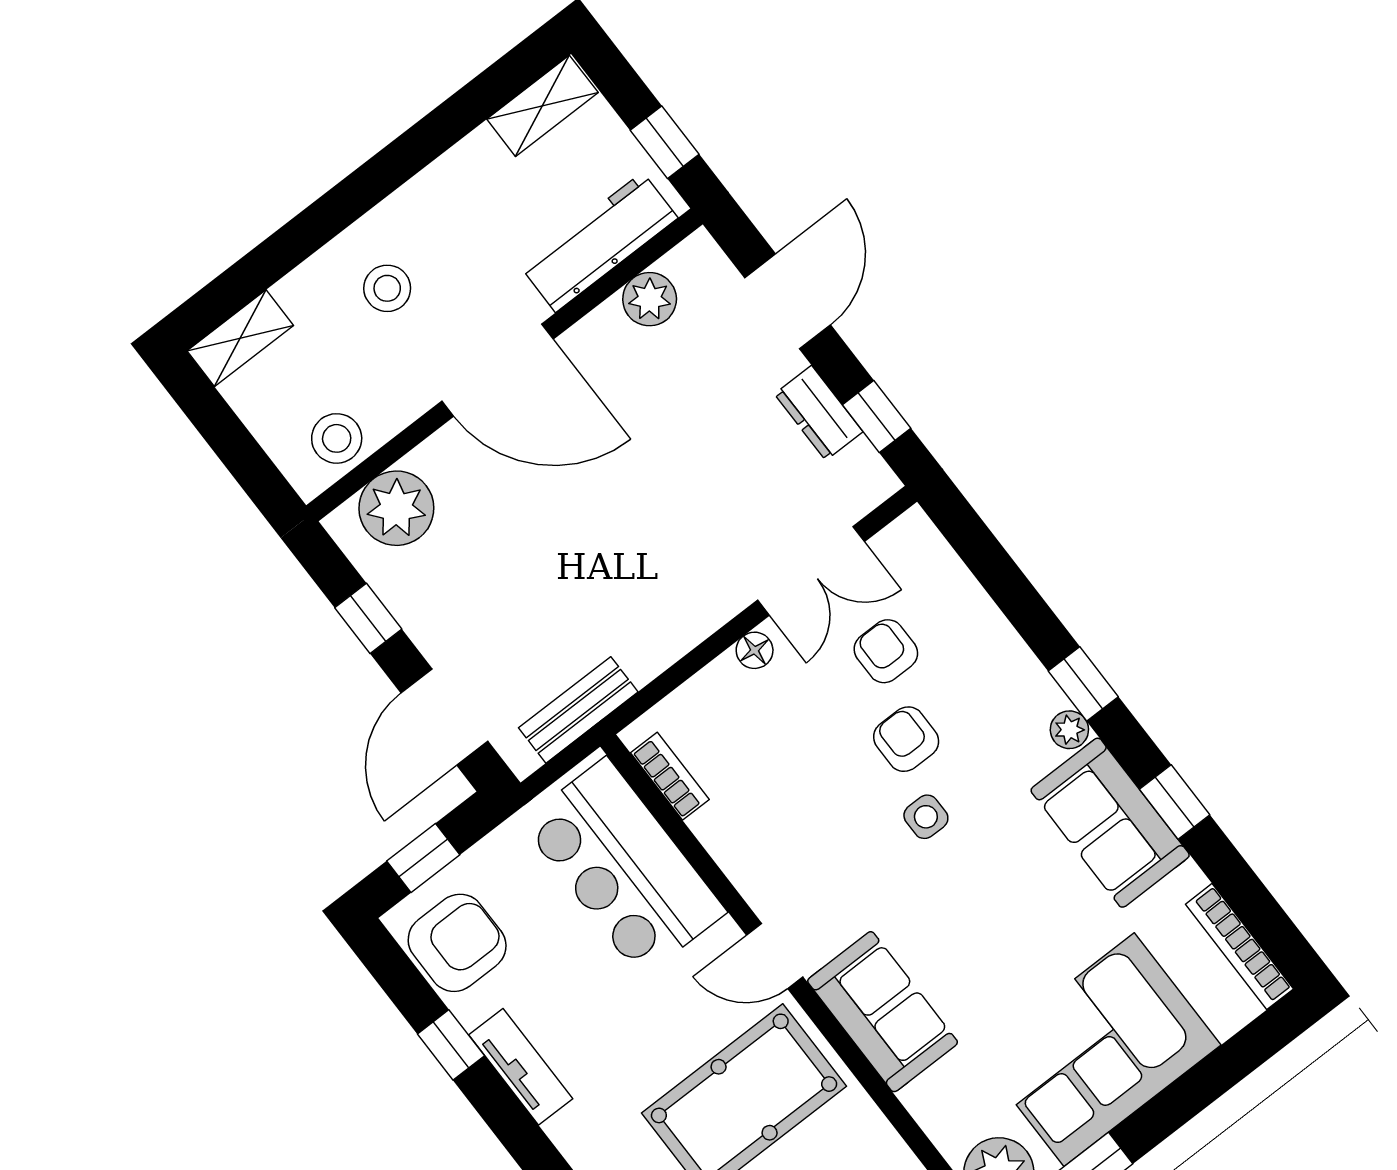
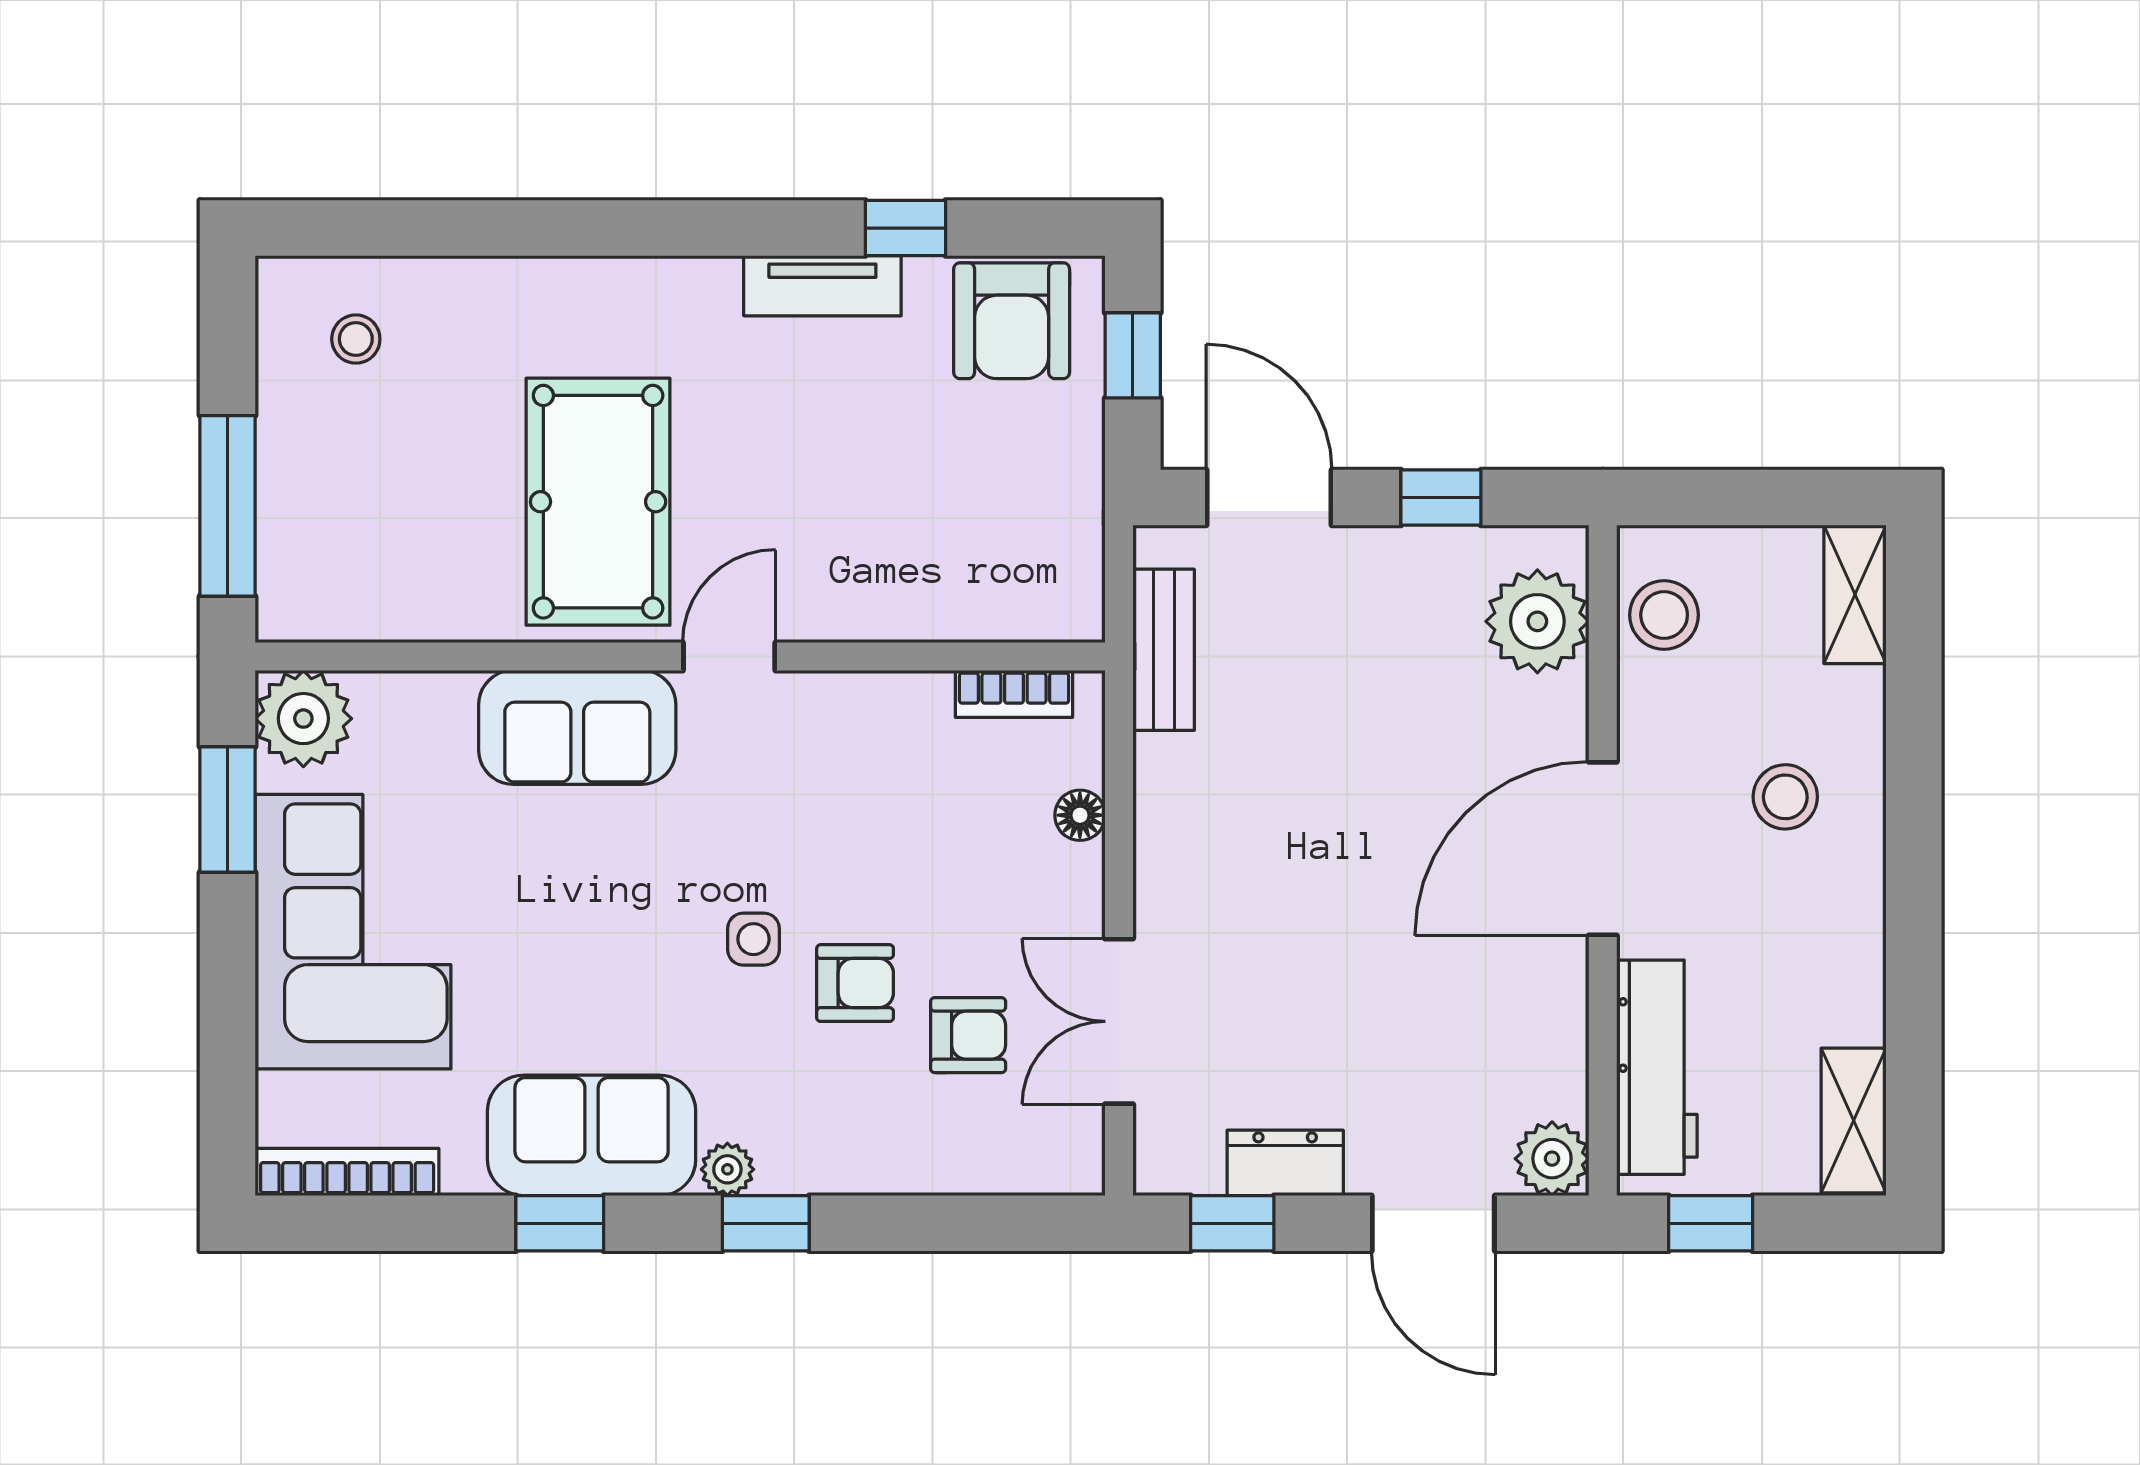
plant: (650, 299) -> (1552, 1159), moved
floor lamp: (755, 650) -> (1080, 815), moved
bar counter: (624, 867) -> (953, 567), removed

